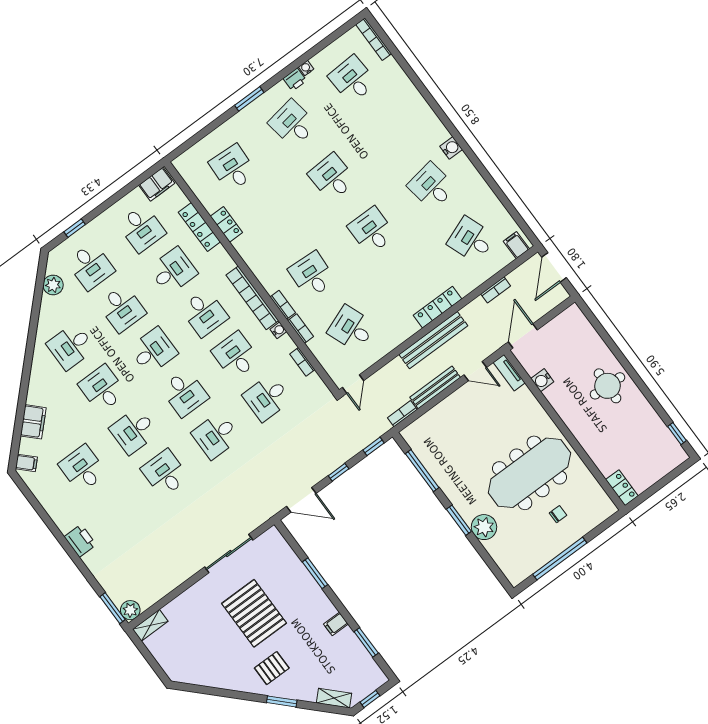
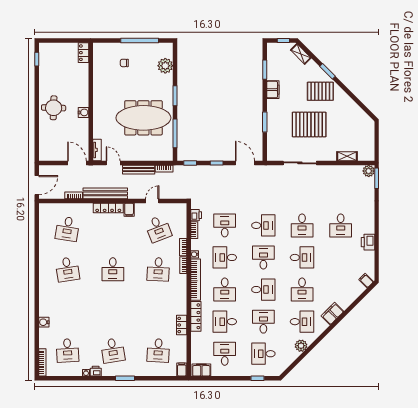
water cooler: (451, 148) -> (44, 322), moved
filing cabinet: (183, 166) -> (182, 370), added
desk: (332, 177) -> (113, 310), removed
locker: (199, 227) -> (196, 316), moved
desk: (471, 240) -> (67, 229), turned 30
filing cabinet: (516, 245) -> (129, 210), moved
desk: (91, 266) -> (263, 354), turned -90
plant: (53, 285) -> (301, 346), moved
desk: (204, 313) -> (225, 290), turned 180
door: (523, 336) -> (77, 163), swing flipped
bench: (433, 340) -> (105, 193), moved
desk: (153, 351) -> (263, 290), turned 180
desk: (236, 355) -> (225, 257), turned 90
water cooler: (542, 380) -> (83, 112), moved
printer: (315, 383) -> (196, 215), added
door: (353, 384) -> (152, 201), moved
desk: (267, 398) -> (225, 225), turned -90
filing cabinet: (33, 422) -> (332, 314), moved
desk: (83, 469) -> (341, 225), moved
meeting table: (529, 473) -> (143, 118), moved
plant: (484, 527) -> (165, 66), moved
printer: (80, 541) -> (368, 242), moved
pallet: (254, 613) -> (309, 124), turned 90
filing cabinet: (336, 624) -> (273, 90), width x2.00
shelving: (150, 625) -> (347, 156), moved
pallet: (272, 668) -> (320, 91), width x1.50, depth x1.42

